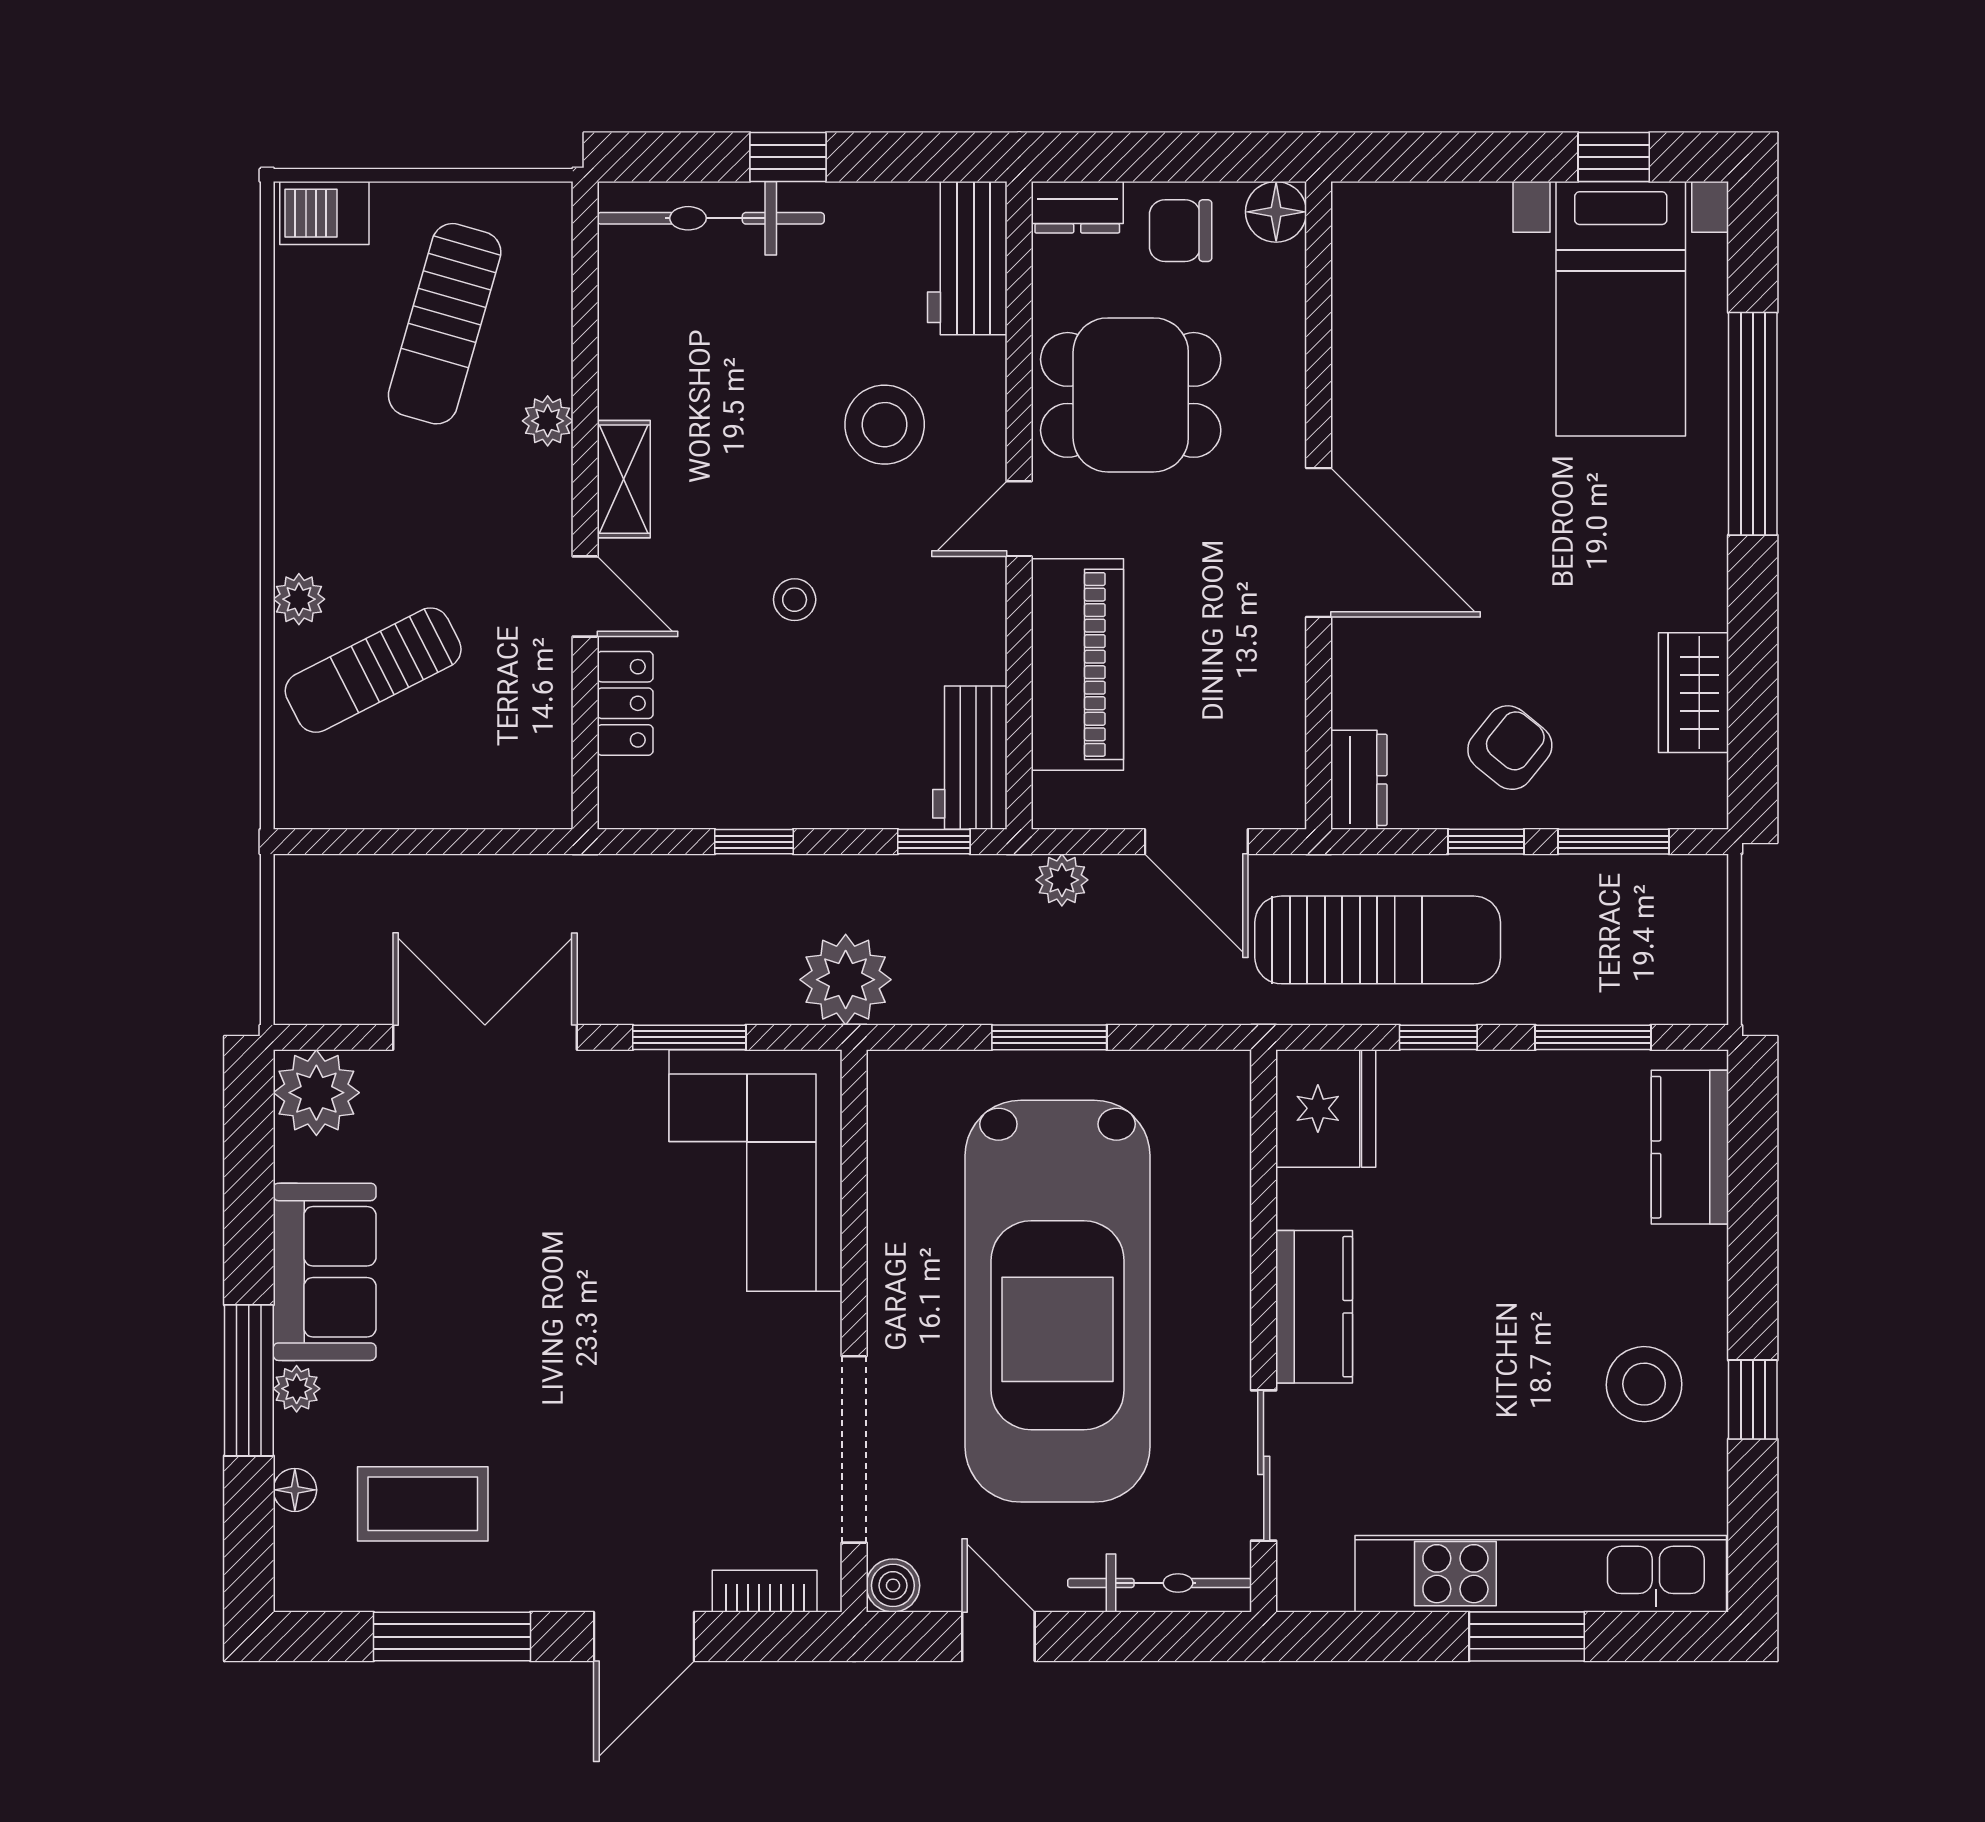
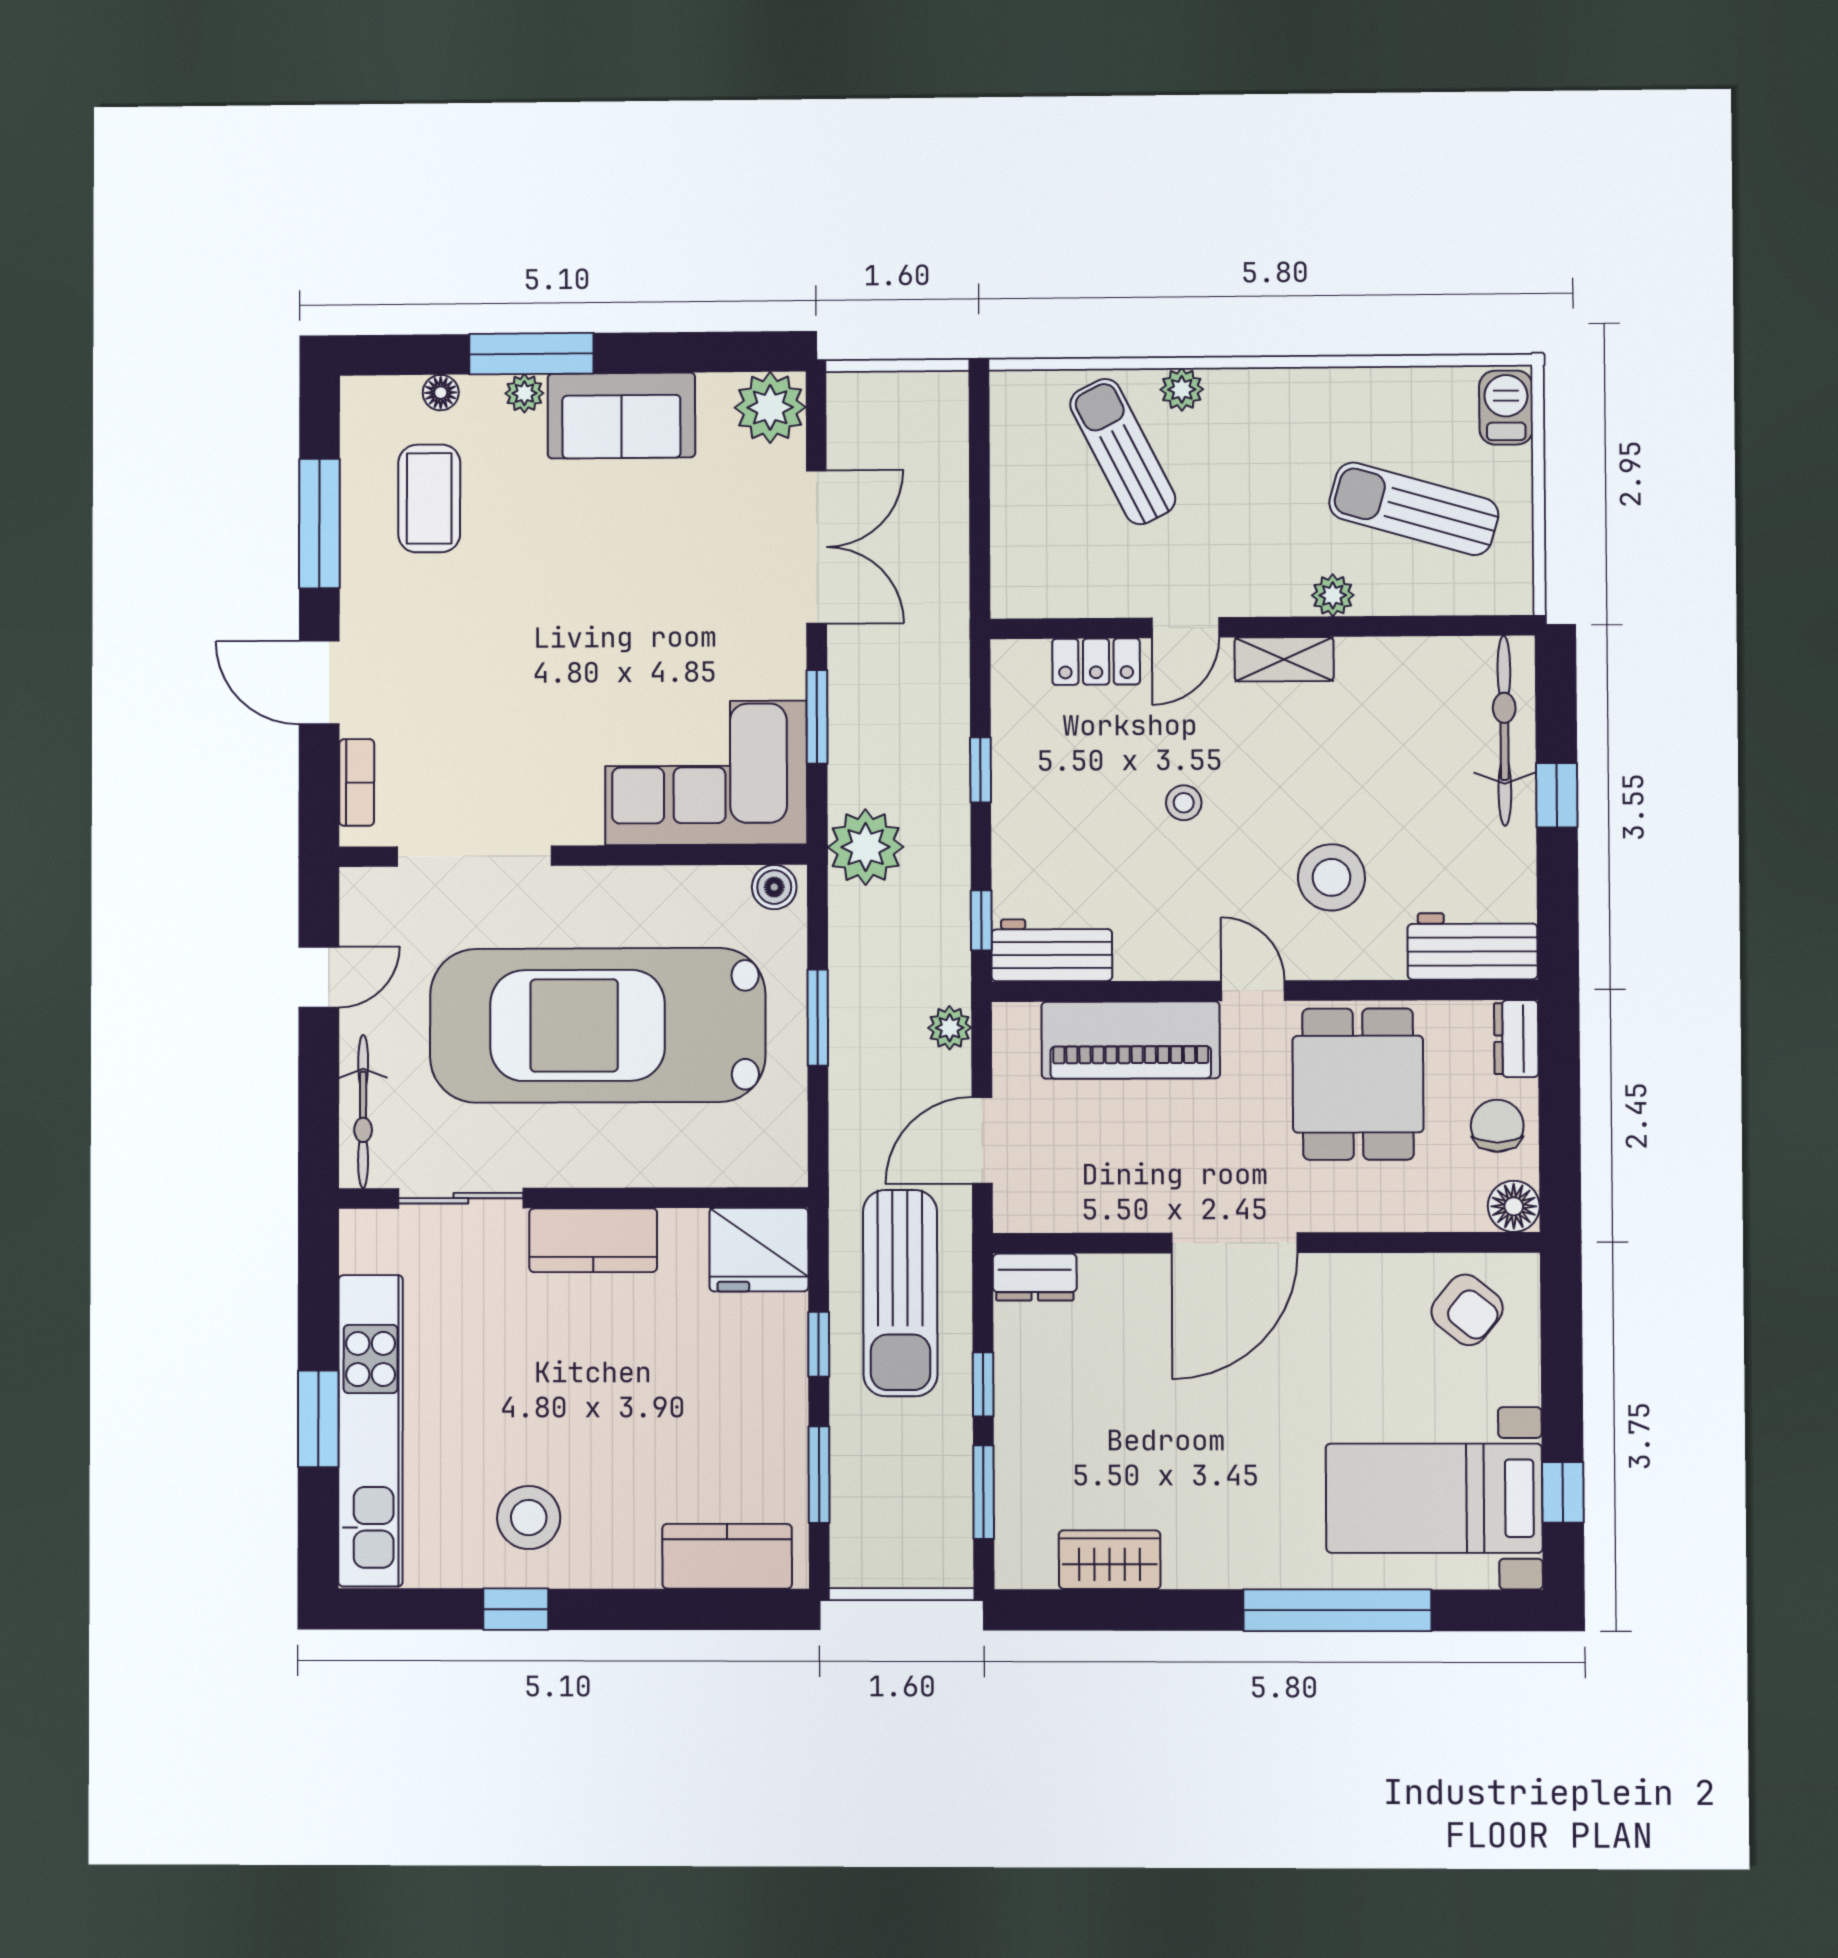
armchair: (1510, 748) -> (1467, 1310), moved
boiler: (893, 1585) -> (774, 887), moved

